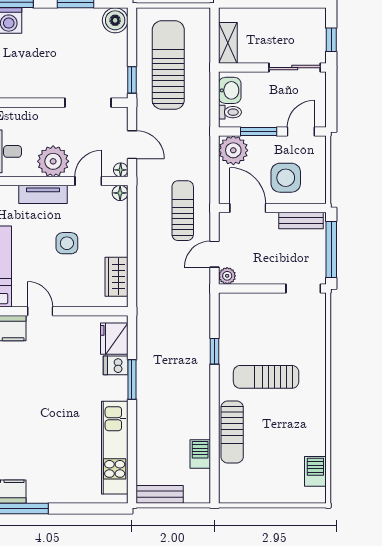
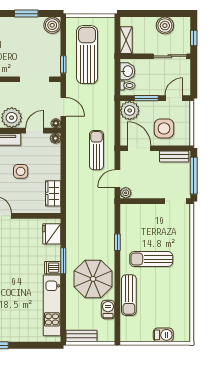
boiler: (287, 21) -> (165, 26), added
dishwasher: (116, 365) -> (53, 268), moved
parasol: (177, 407) -> (93, 279), added
barbecue: (315, 471) -> (163, 335), moved, turned 90

